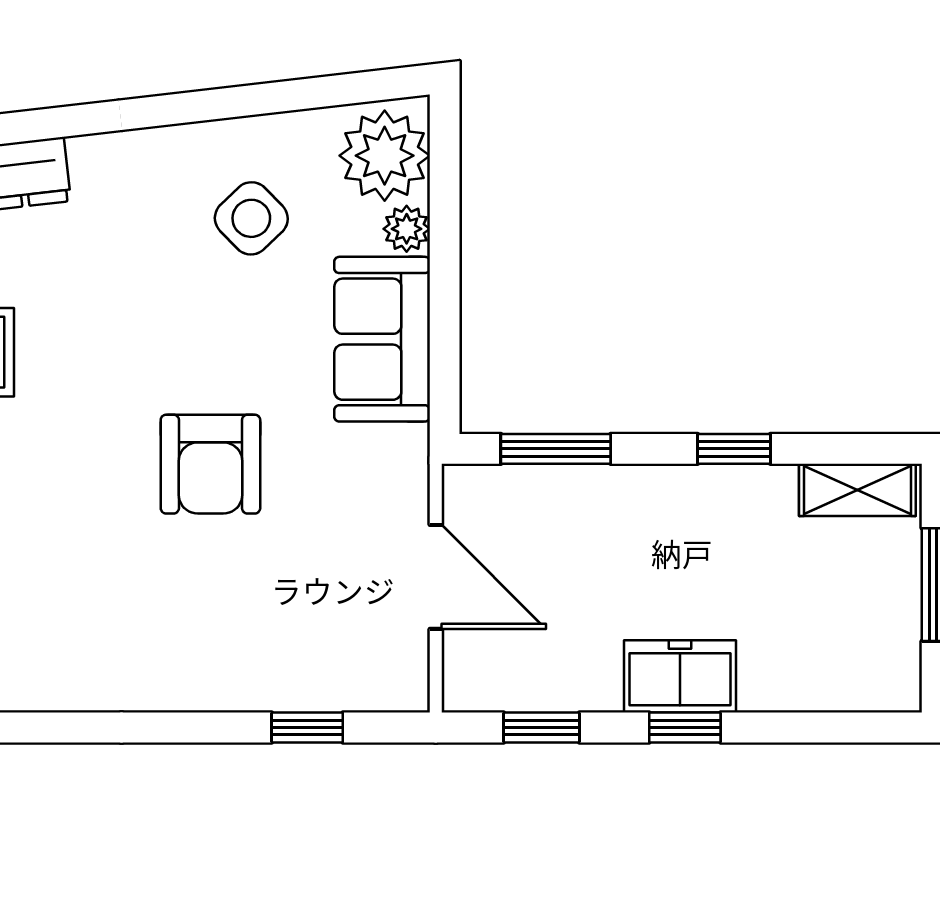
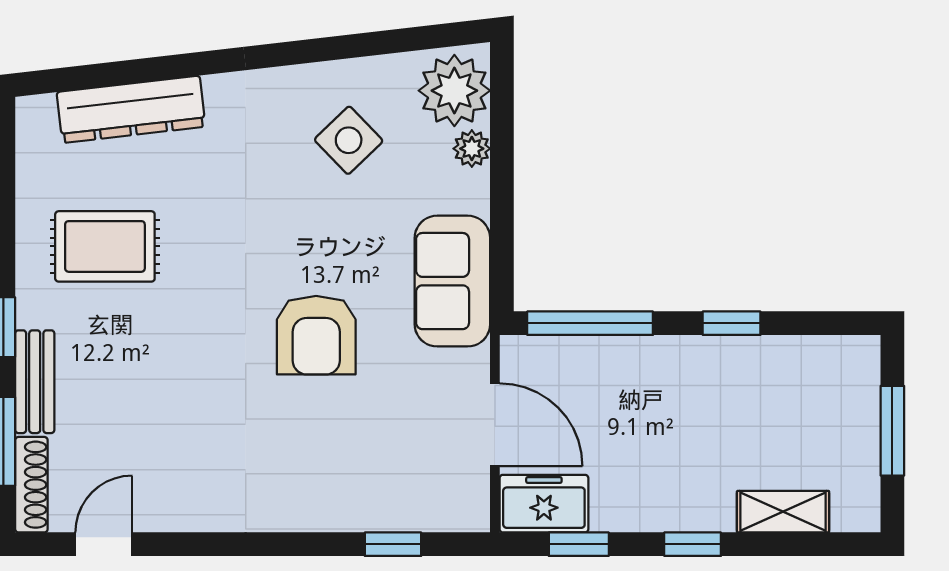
sofa: (382, 339) -> (452, 281), moved
window: (556, 449) -> (590, 323), width x1.44
shelving: (857, 490) -> (783, 512), moved
freezer: (680, 676) -> (544, 504), moved

